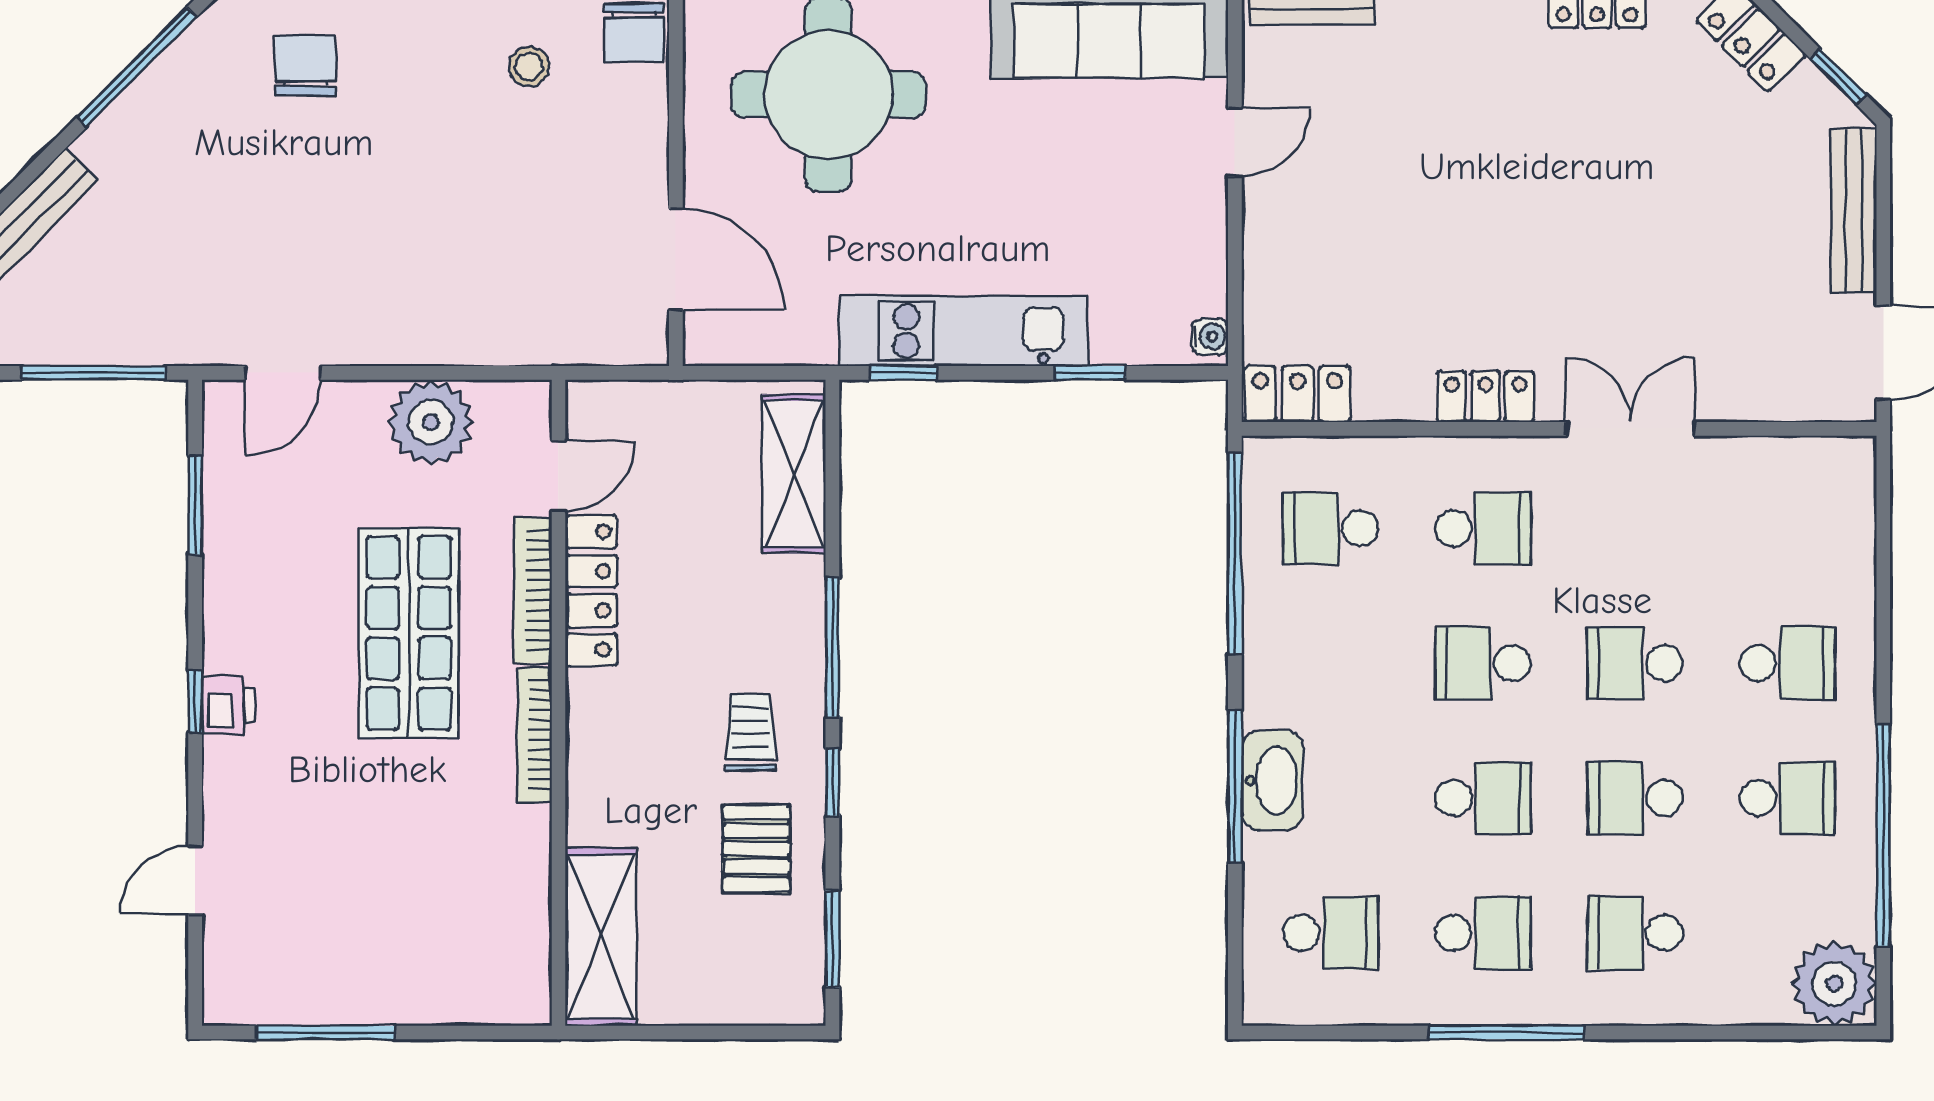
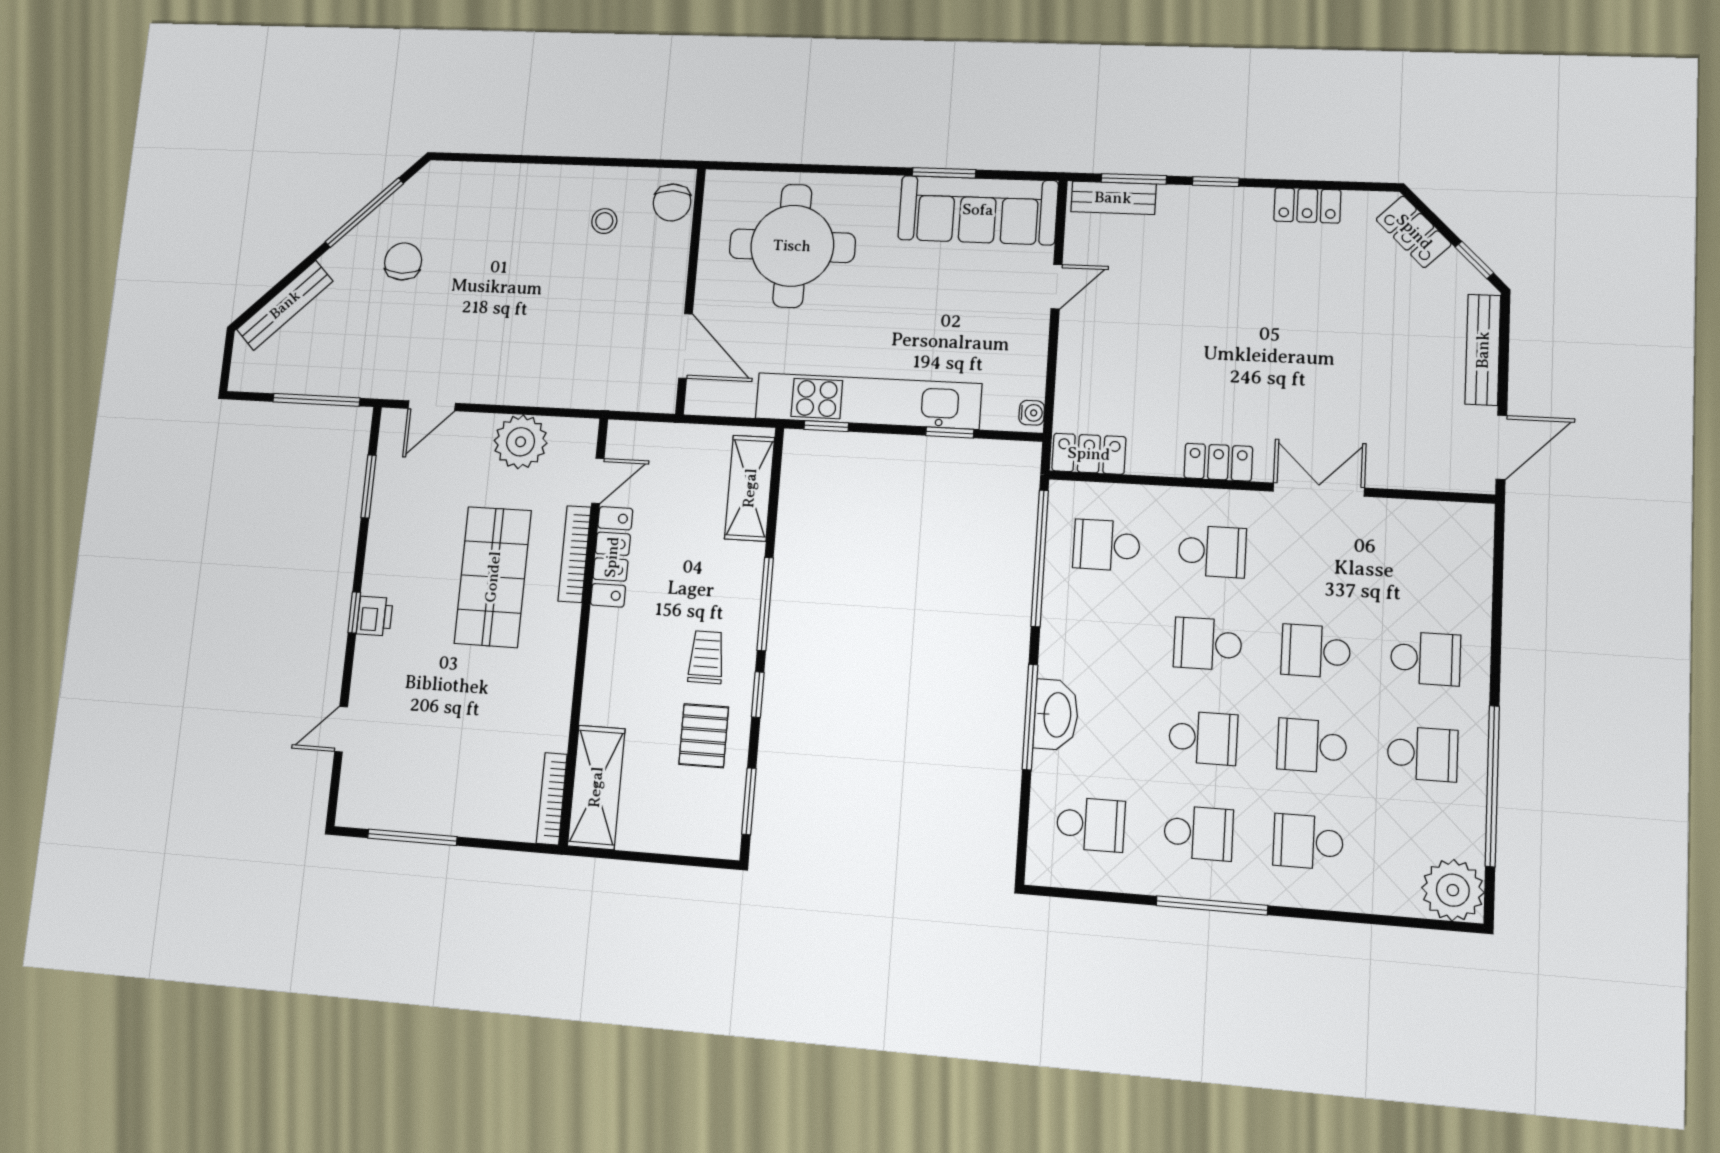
chair: (306, 66) -> (403, 261), moved
kitchen unit: (964, 331) -> (868, 401), width x1.36
bookcase: (535, 735) -> (552, 799), moved

